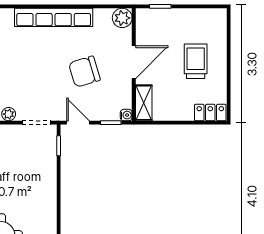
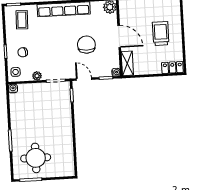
door: (134, 62) -> (119, 37), hinge flipped
chair: (84, 72) -> (86, 45), turned 107

